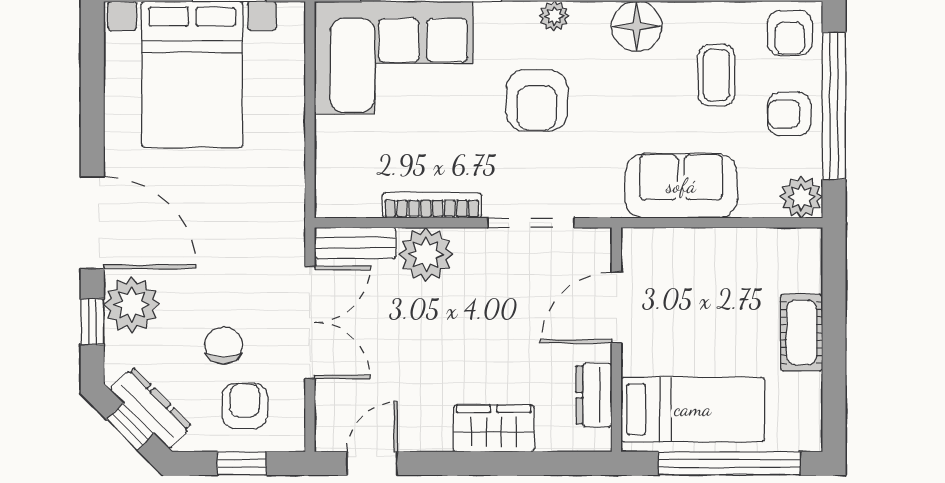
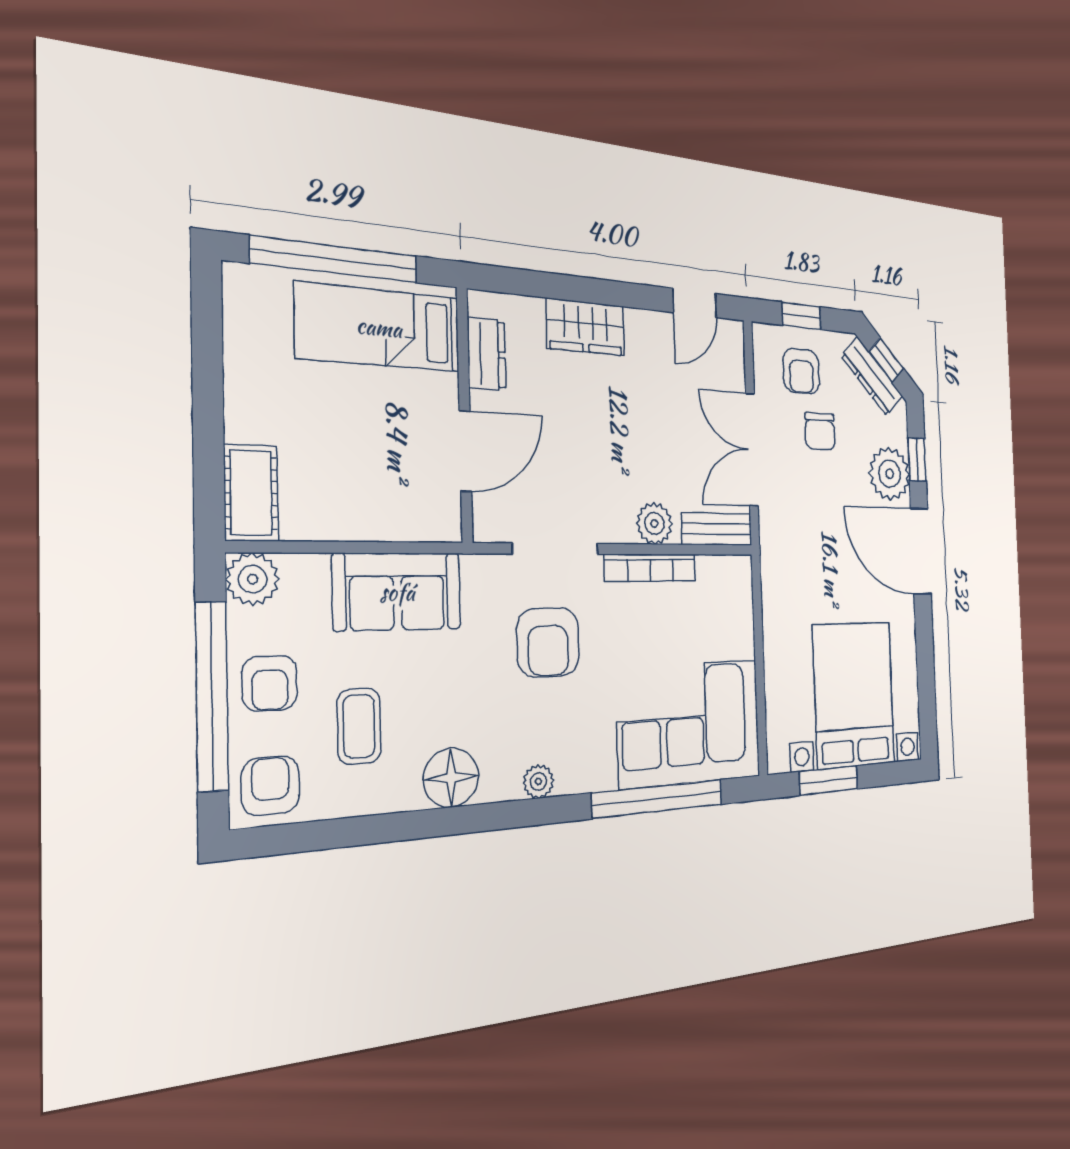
armchair: (537, 100) -> (548, 642), moved, turned 180
armchair: (789, 114) -> (270, 683), turned 90
plant: (426, 254) -> (654, 523), width x0.73, depth x0.73
cot: (802, 333) -> (251, 493), moved

